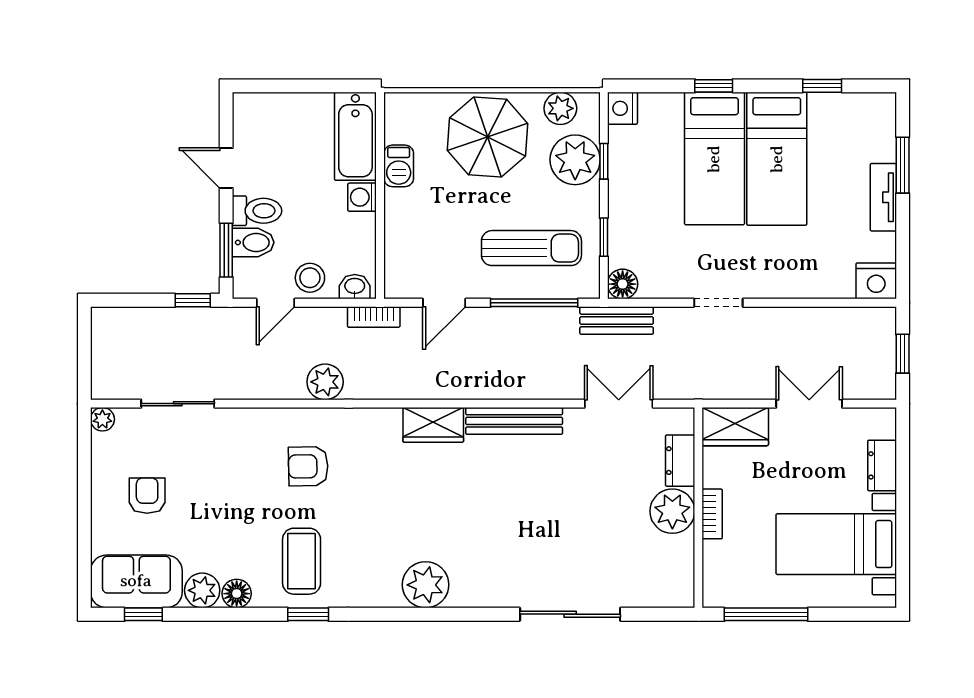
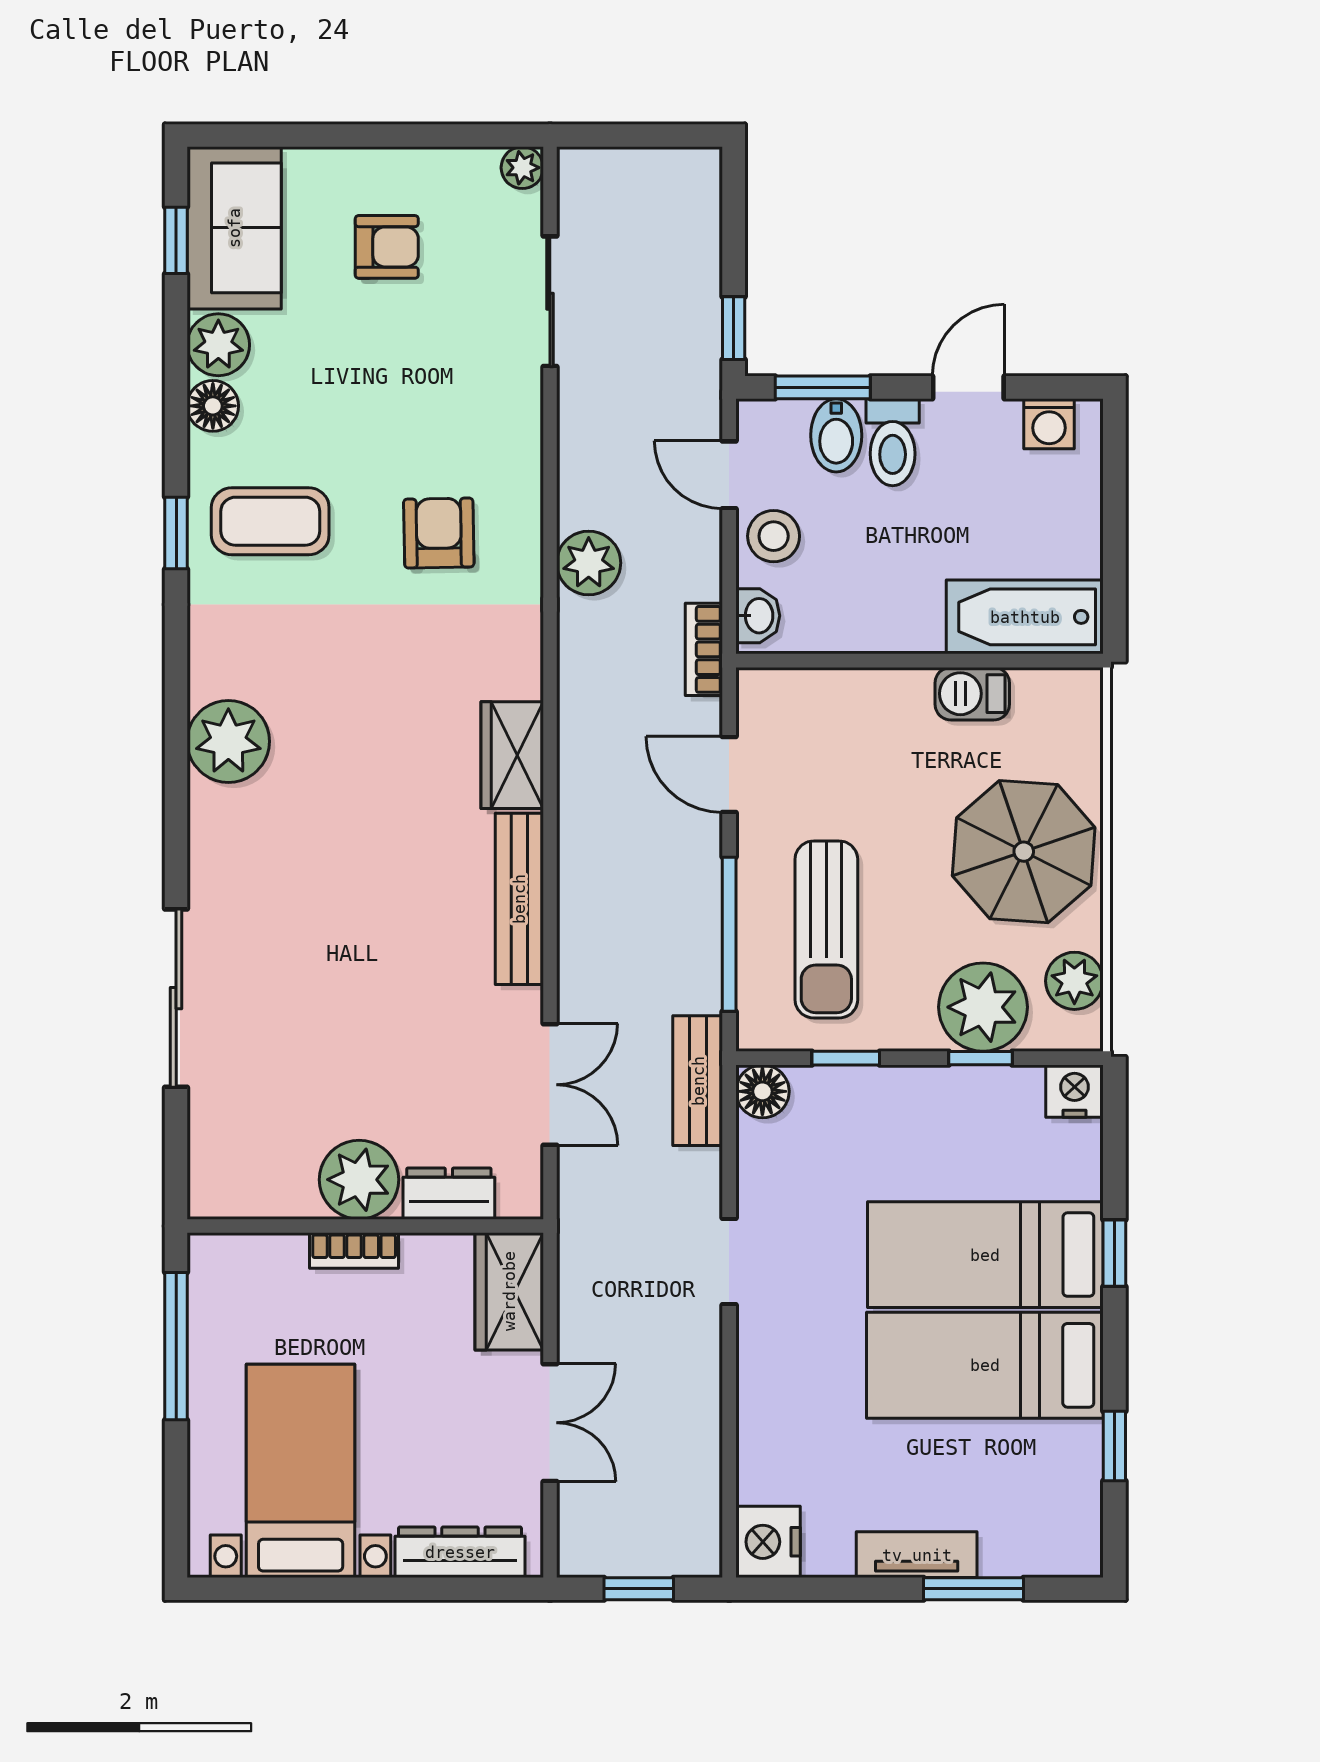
washing machine: (362, 197) -> (1049, 424), moved, turned 180
dresser: (882, 465) -> (460, 1552), width x1.44

